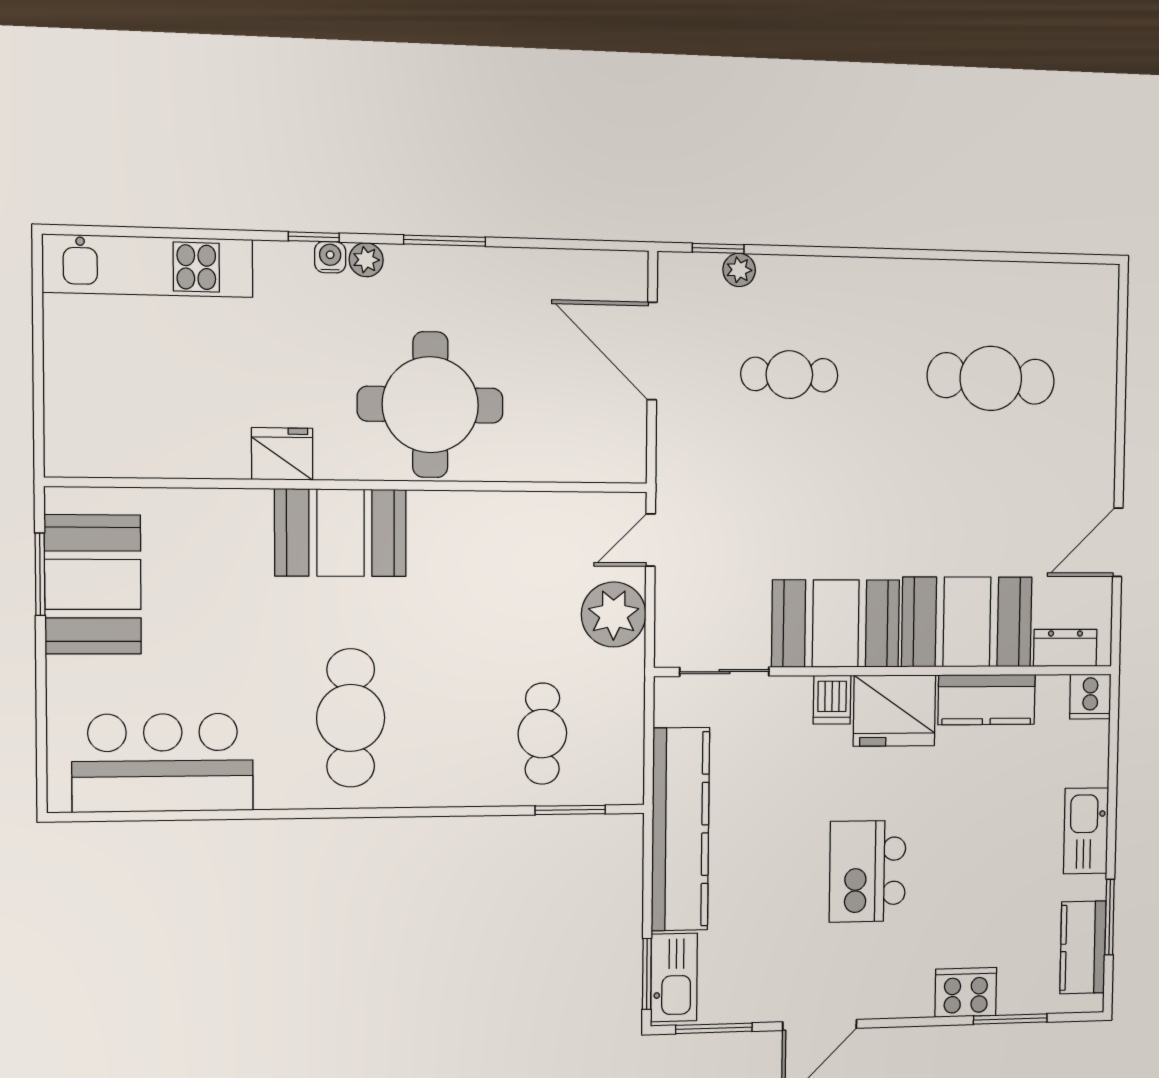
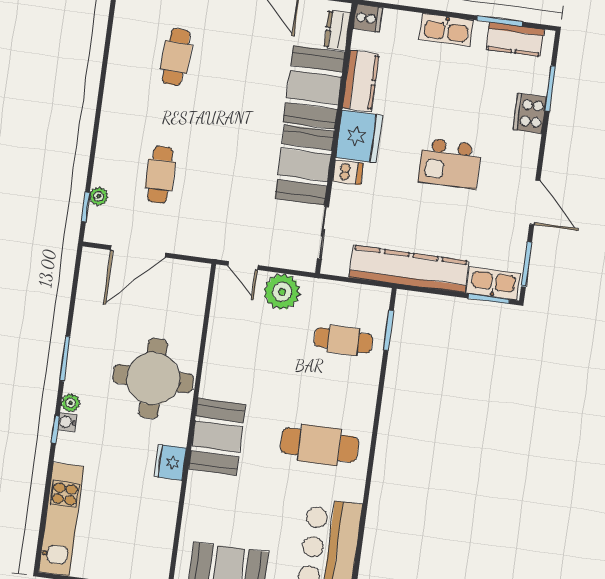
cafe table: (991, 378) -> (176, 57), width x0.73, depth x0.74

